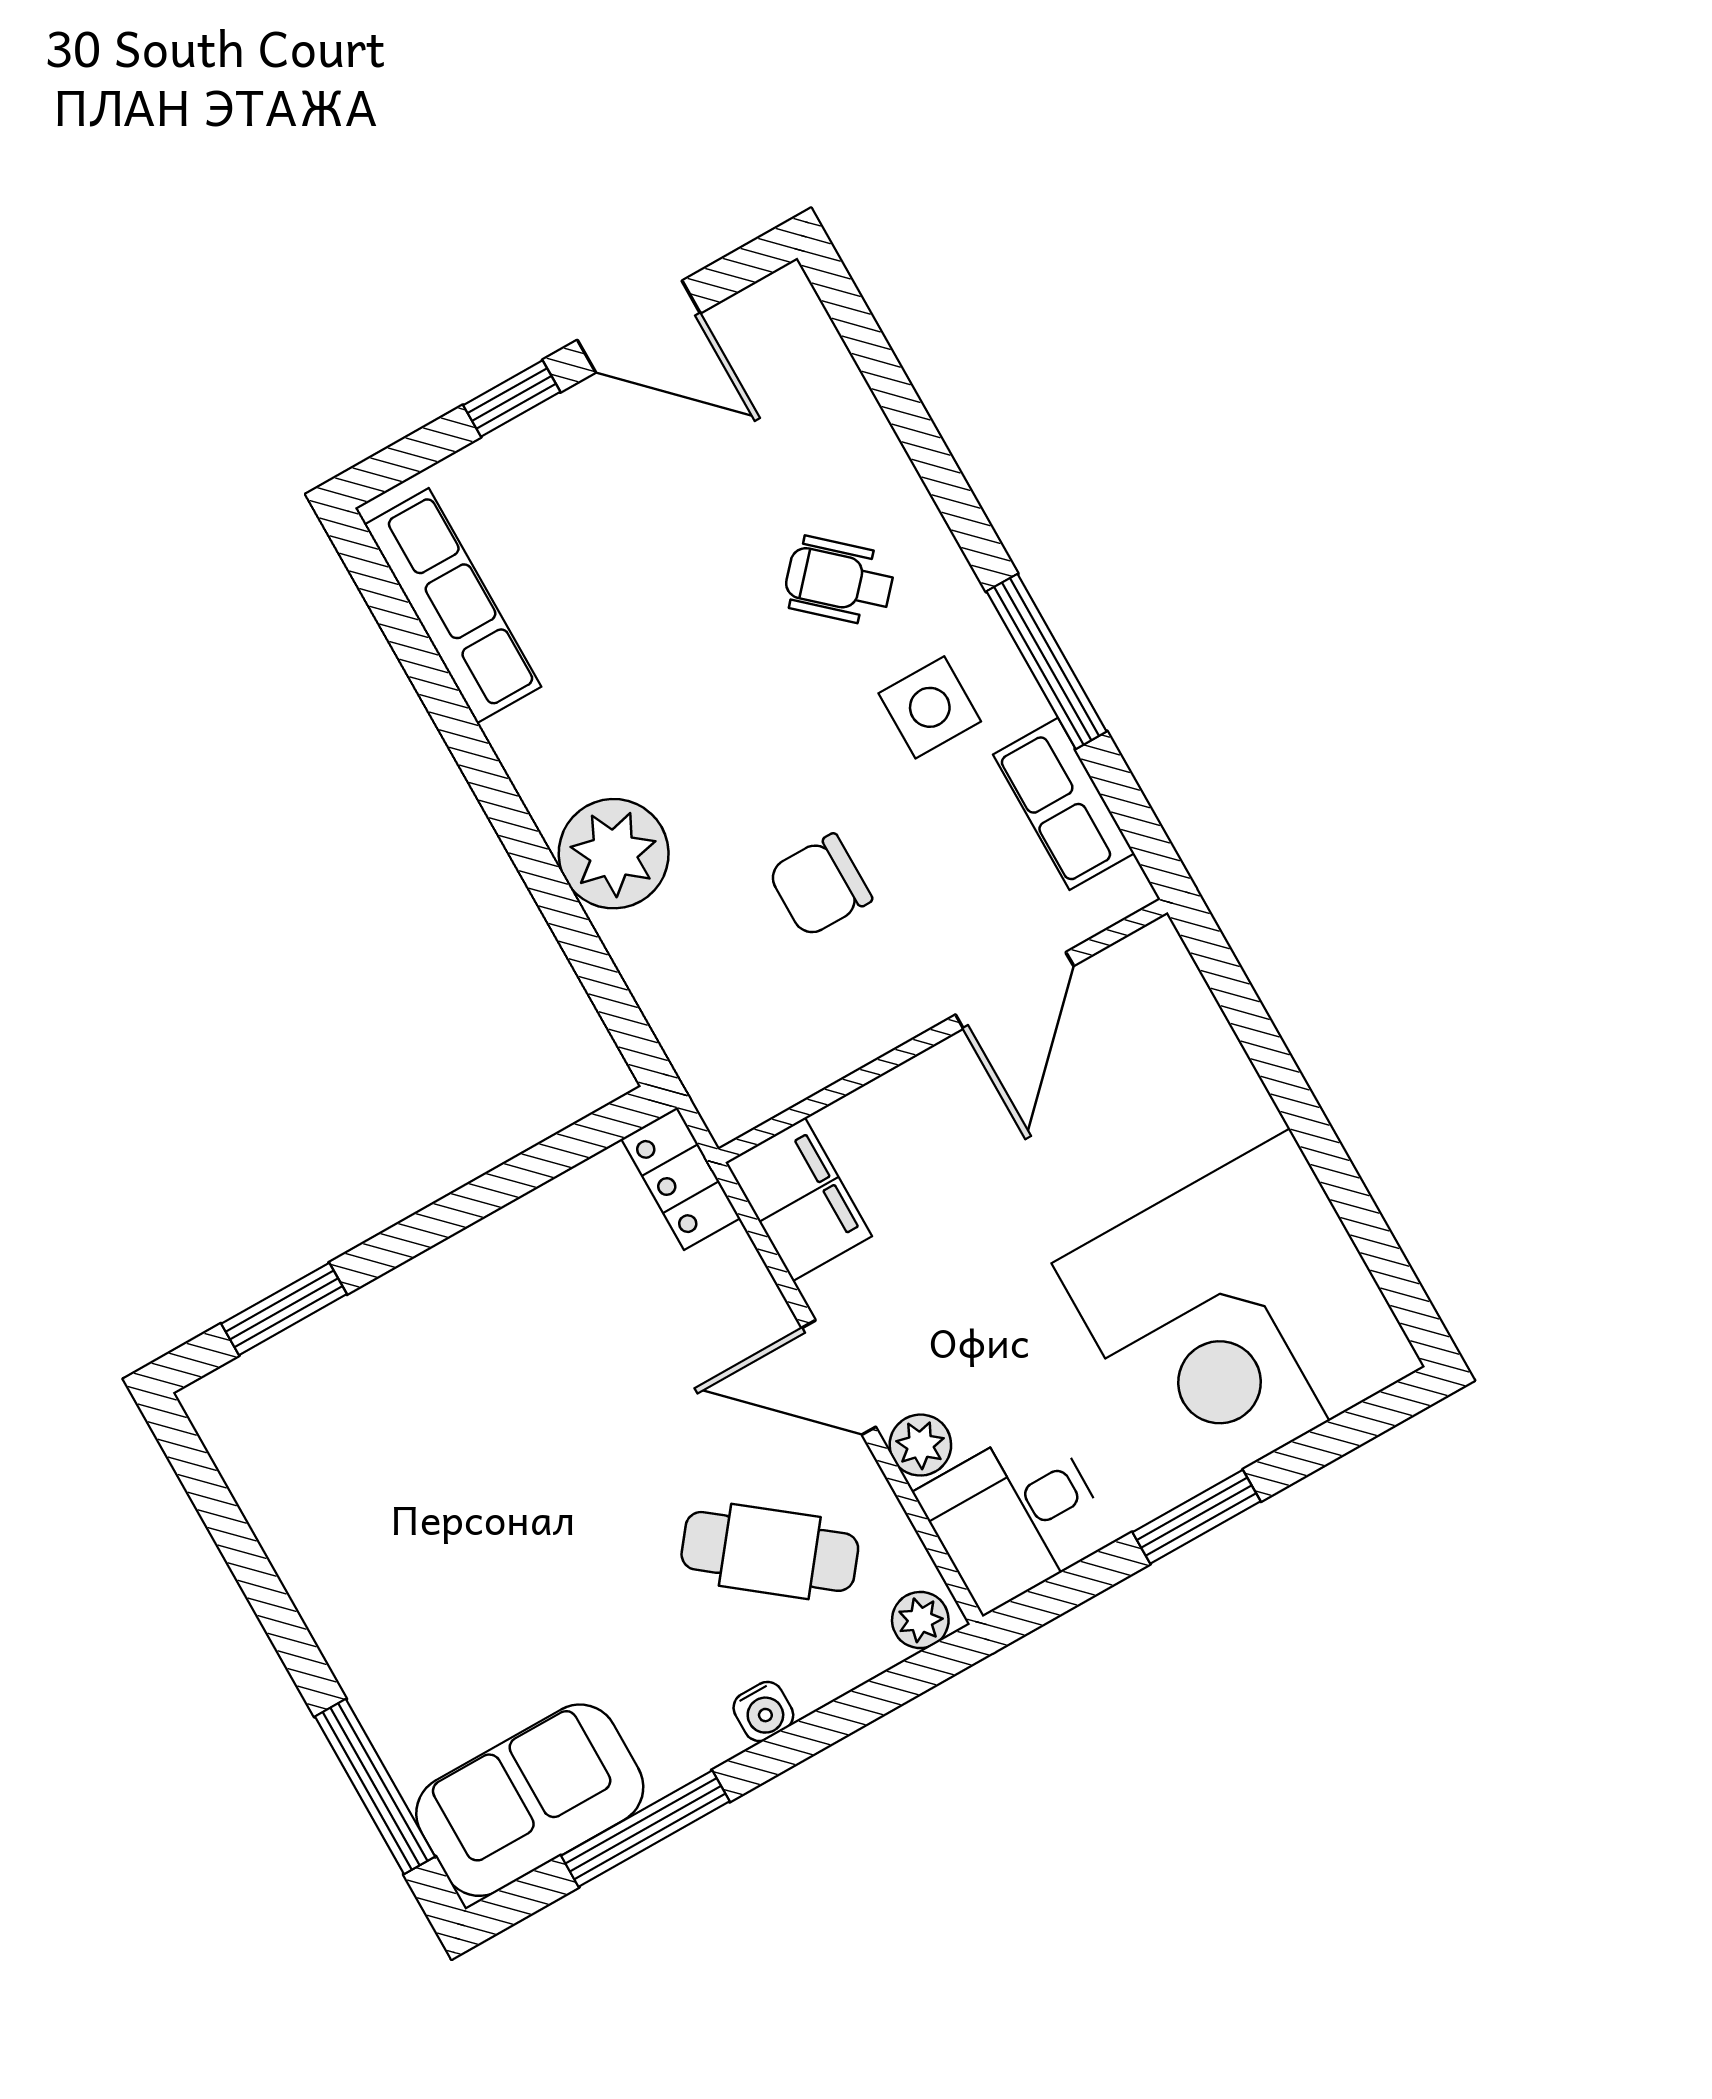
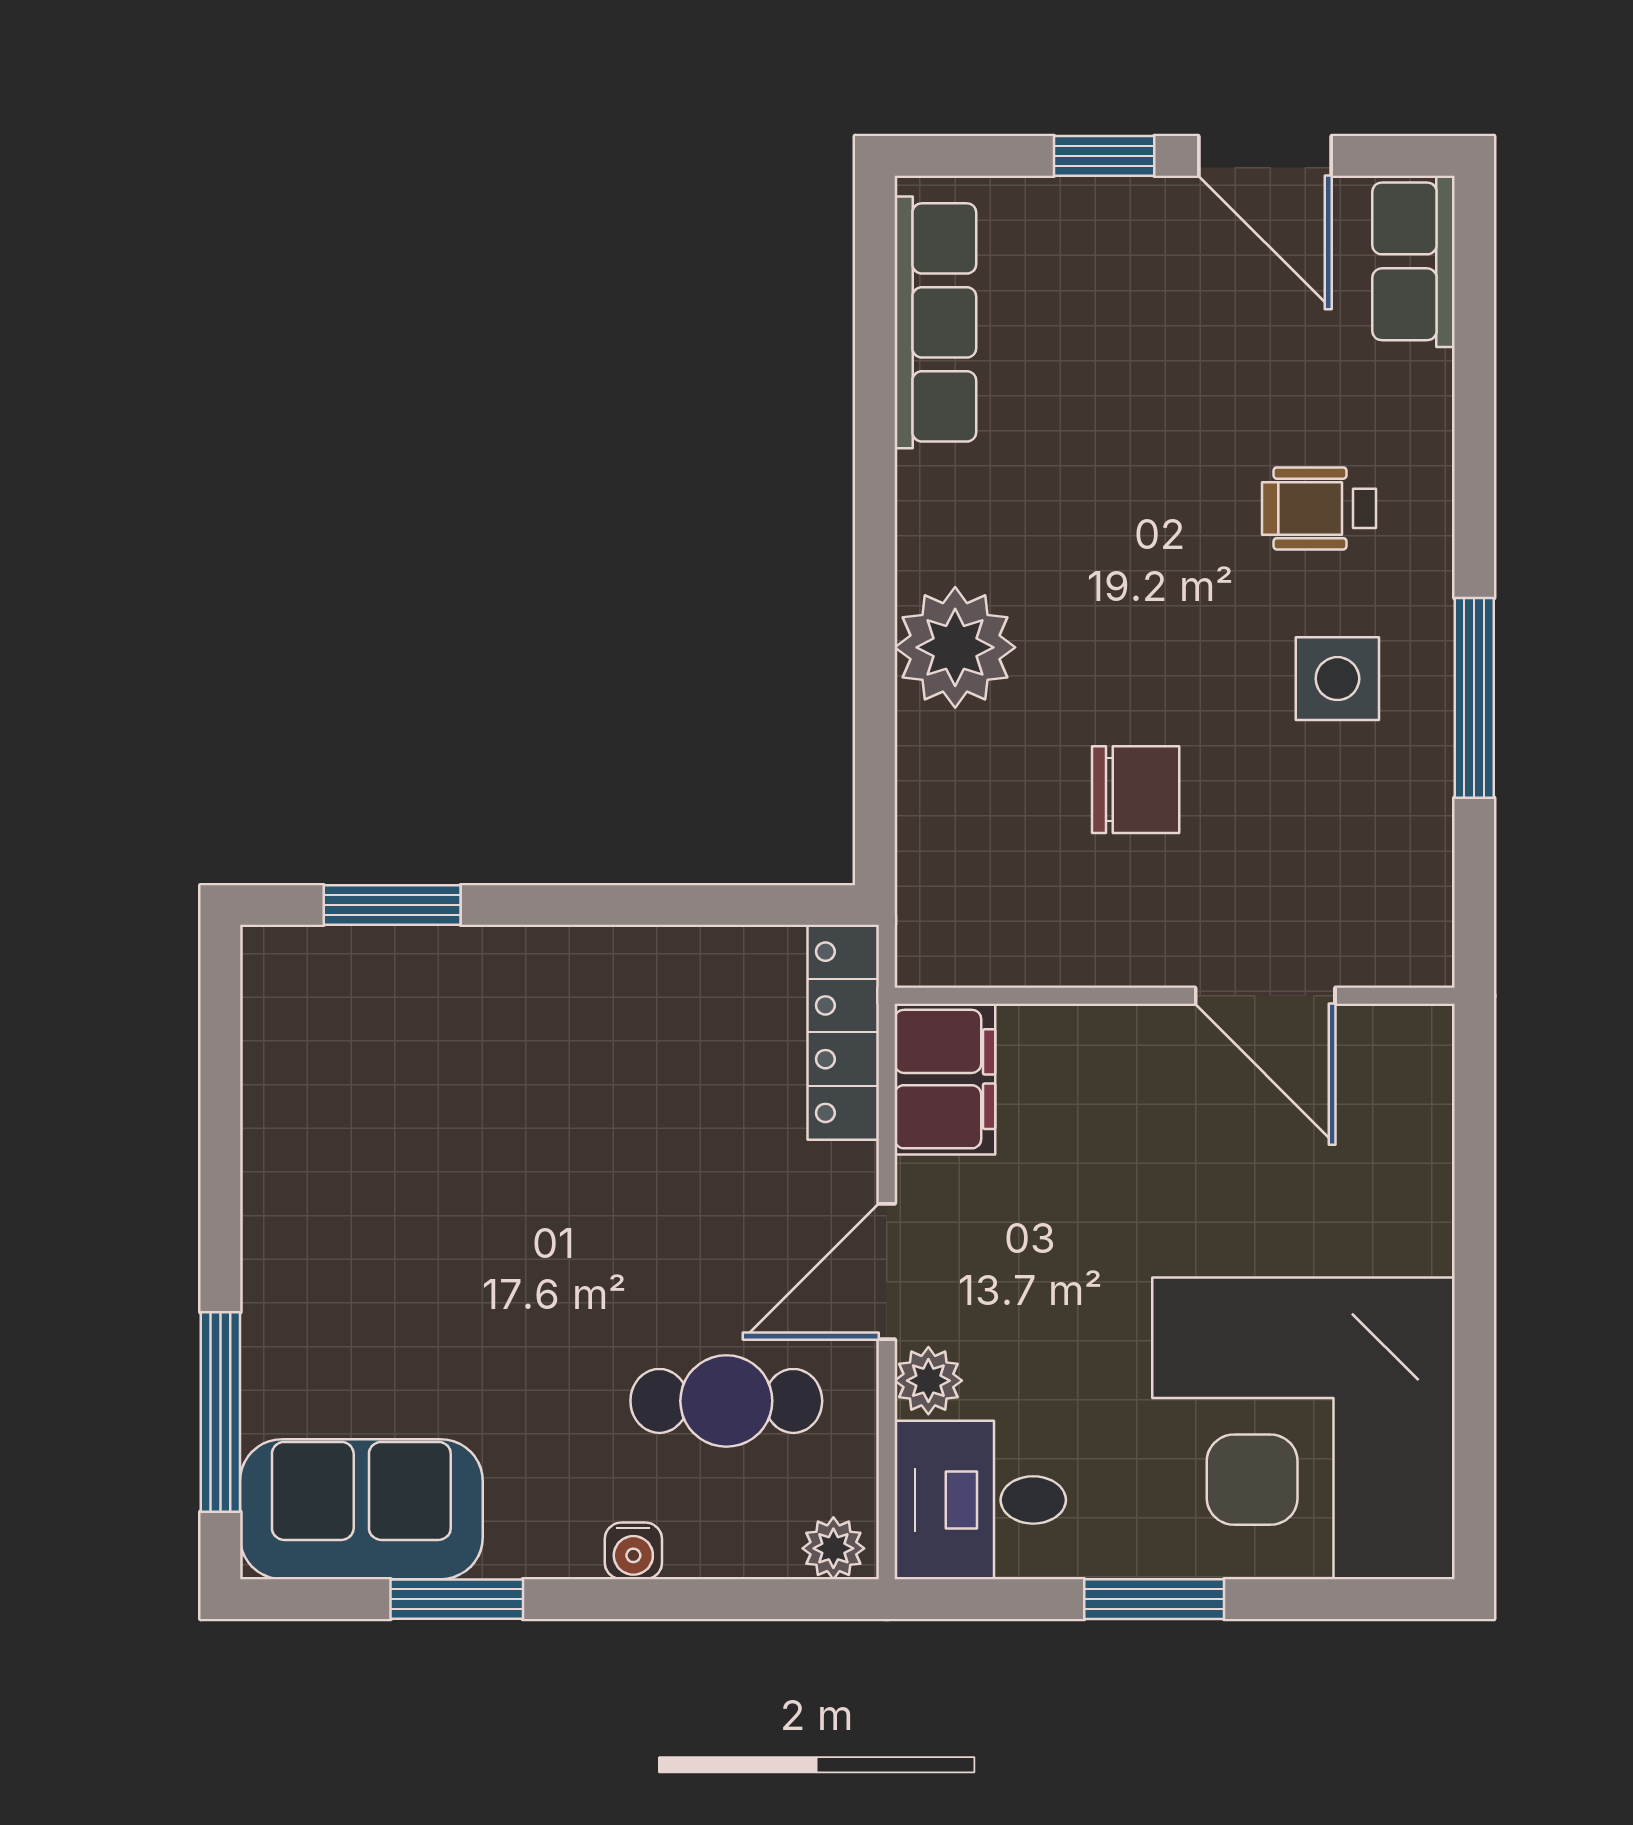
wheelchair: (839, 581) -> (1319, 508), turned -42
row of seats: (1064, 804) -> (1413, 261), moved
chair: (820, 885) -> (1136, 790), turned 180
door: (1015, 990) -> (1265, 996), hinge flipped
locker: (681, 1179) -> (843, 1032), width x1.53
door: (839, 1377) -> (887, 1272), hinge flipped
cafe table: (770, 1551) -> (726, 1401), turned -38
window: (645, 1829) -> (457, 1599), width x0.69

